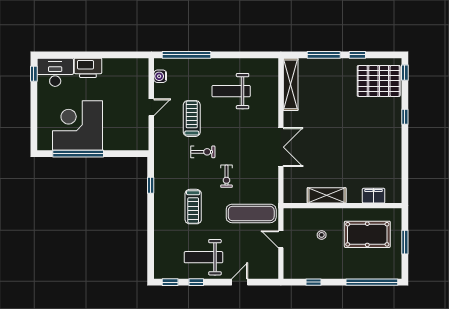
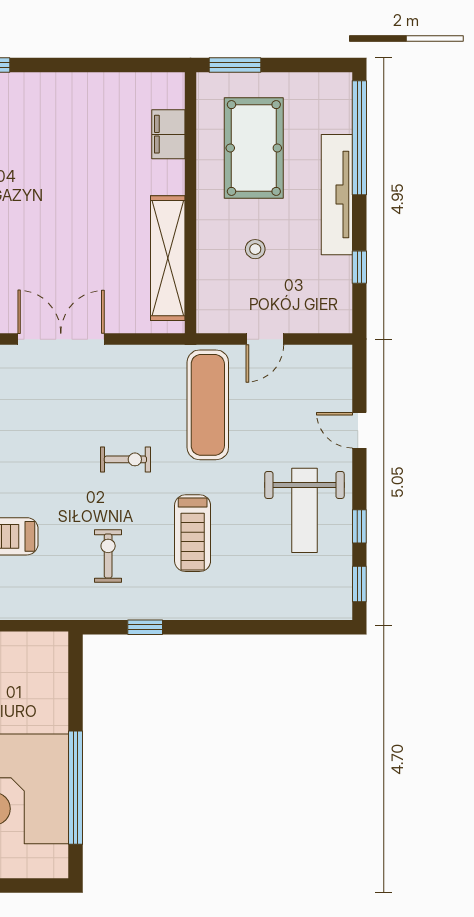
exercise bike: (203, 152) -> (108, 556), moved
shelving: (327, 195) -> (168, 258), width x1.47
treadmill: (193, 207) -> (193, 533), turned 90
window: (405, 242) -> (235, 65), moved
tv unit: (346, 272) -> (337, 195), added

